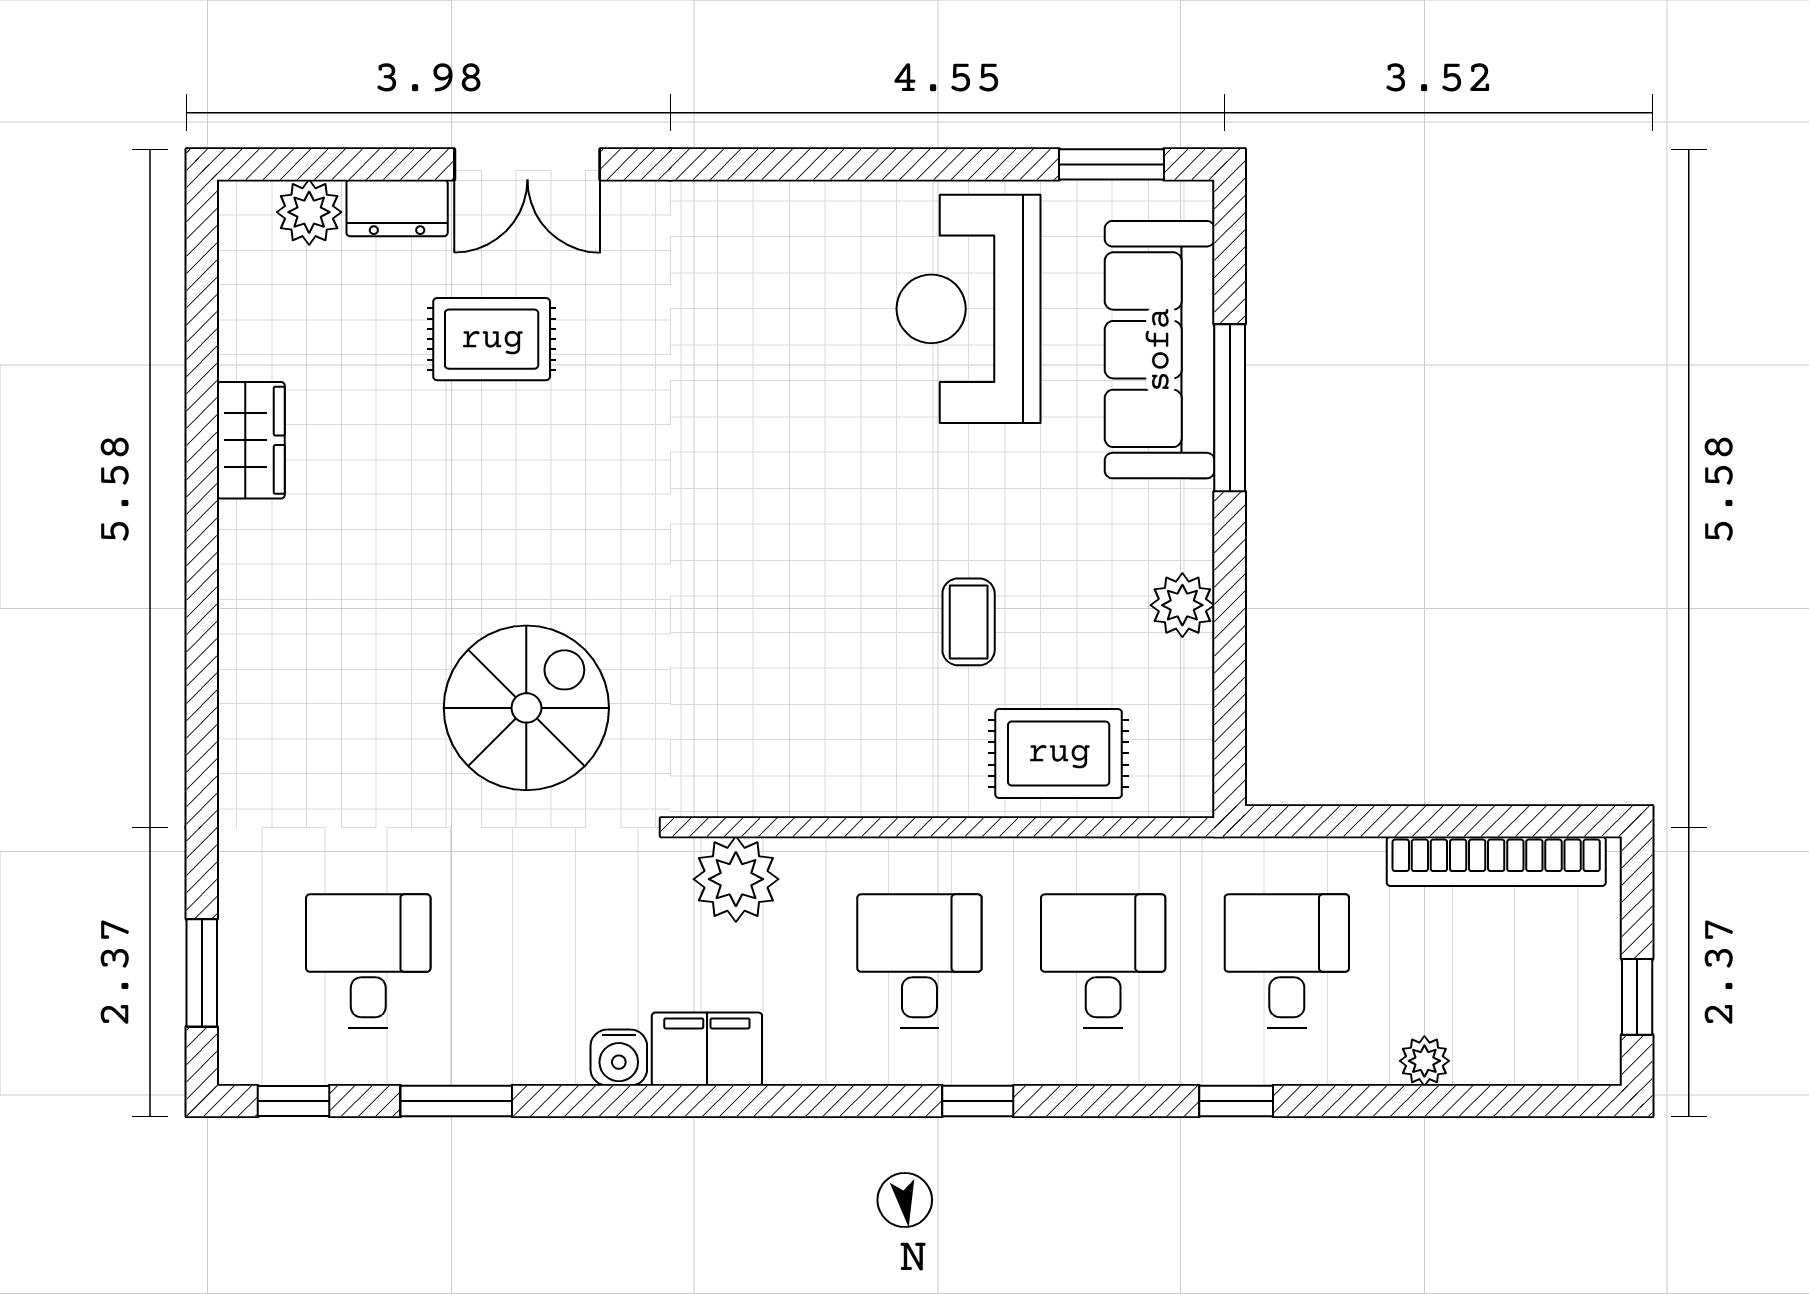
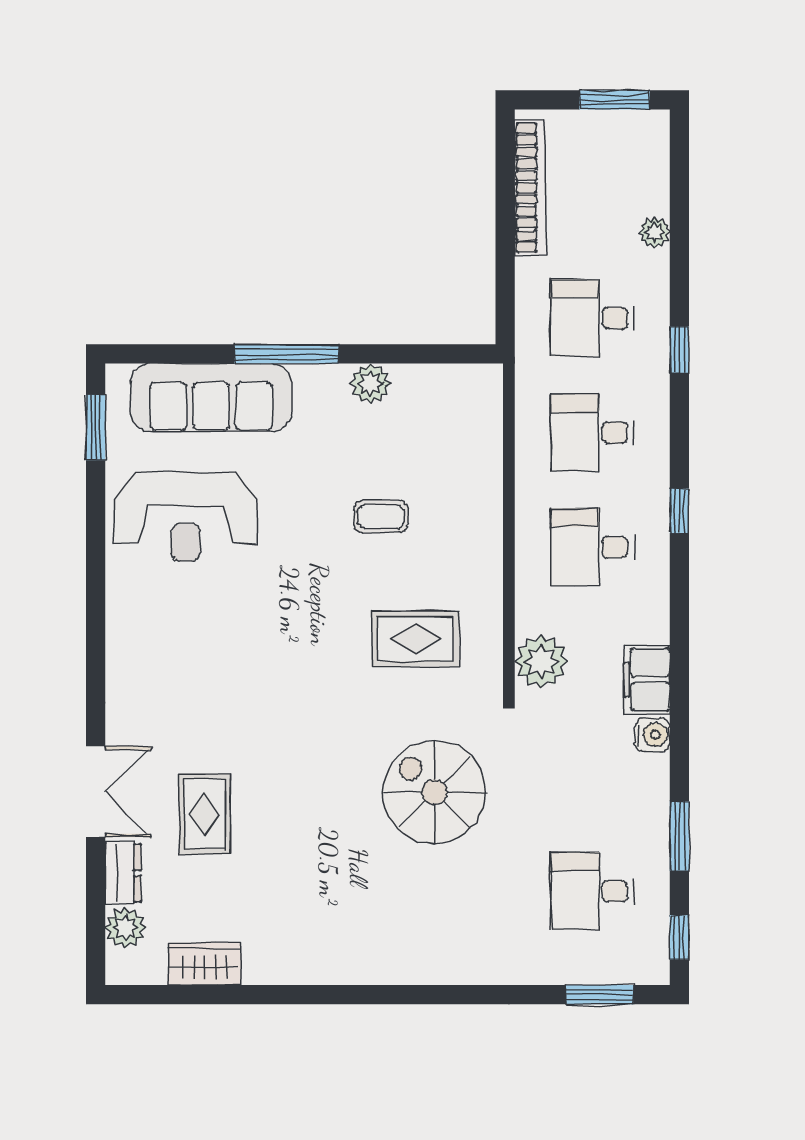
window: (1230, 408) -> (287, 354), moved
wardrobe: (251, 440) -> (204, 964), moved
rug: (1059, 753) -> (416, 639), moved, turned 90
window: (1637, 997) -> (615, 100), width x1.50

